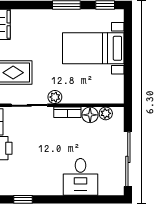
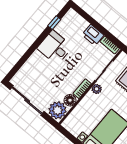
plant: (106, 113) -> (58, 110), width x1.87, depth x1.87
desk: (80, 177) -> (55, 48), moved

